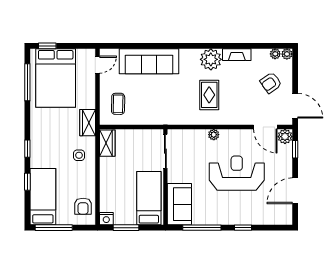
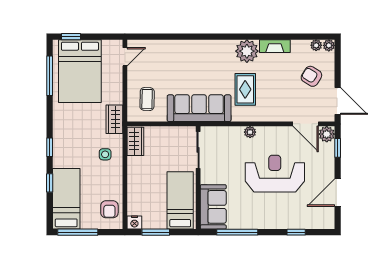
sofa: (149, 61) -> (199, 108), moved, turned 180
armchair: (271, 83) -> (311, 76), turned 67
window: (243, 228) -> (296, 232), moved

